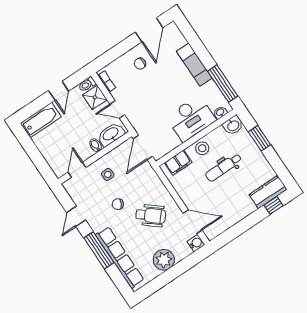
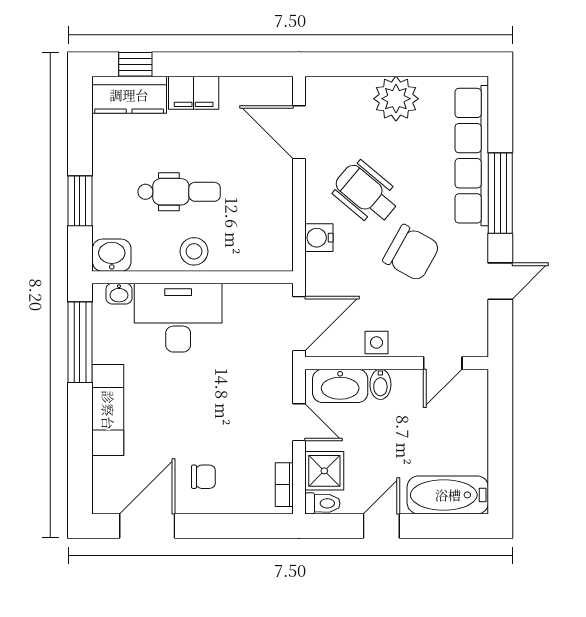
filing cabinet: (178, 163) -> (194, 93), moved, turned 180
side table: (108, 174) -> (377, 342), moved
chair: (118, 204) -> (411, 253), width x1.87, depth x1.87
water cooler: (196, 243) -> (319, 238), moved

